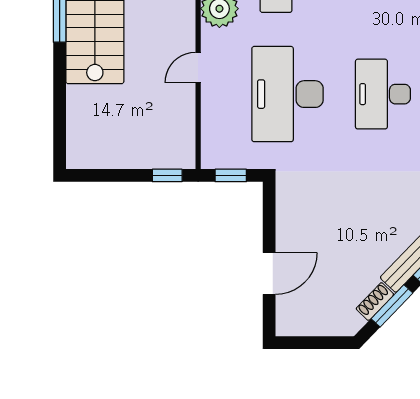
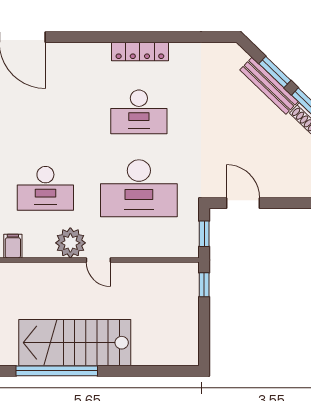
door: (198, 68) -> (98, 260), moved
door: (269, 274) -> (243, 203), moved

